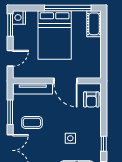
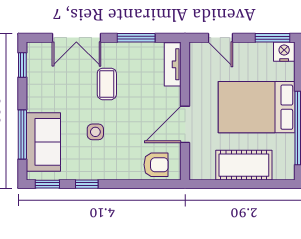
cot: (94, 24) -> (244, 165), moved, width x1.37, depth x1.34
tv unit: (33, 89) -> (173, 64), width x0.71
armchair: (91, 99) -> (156, 165), turned 180
coffee table: (32, 122) -> (107, 84), moved

